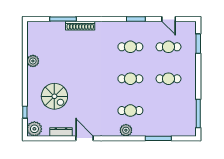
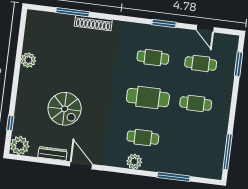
cafe table: (130, 79) -> (148, 98), width x1.37, depth x1.35
spiral stairs: (54, 96) -> (65, 109), moved

